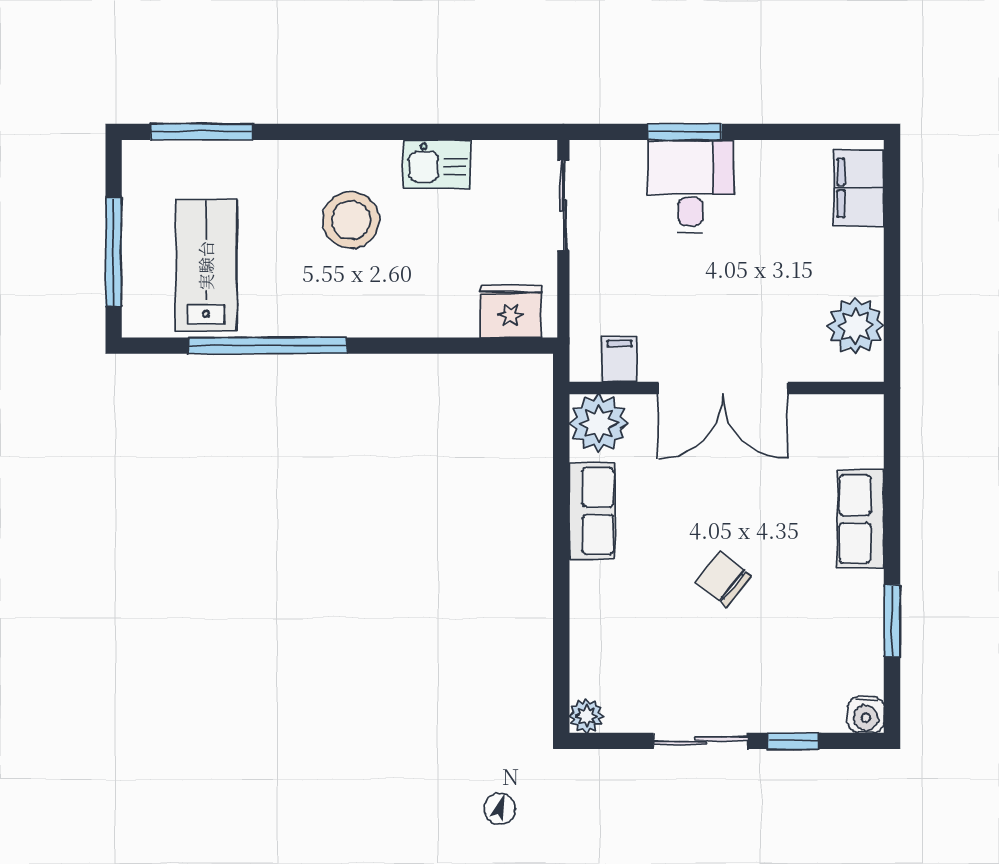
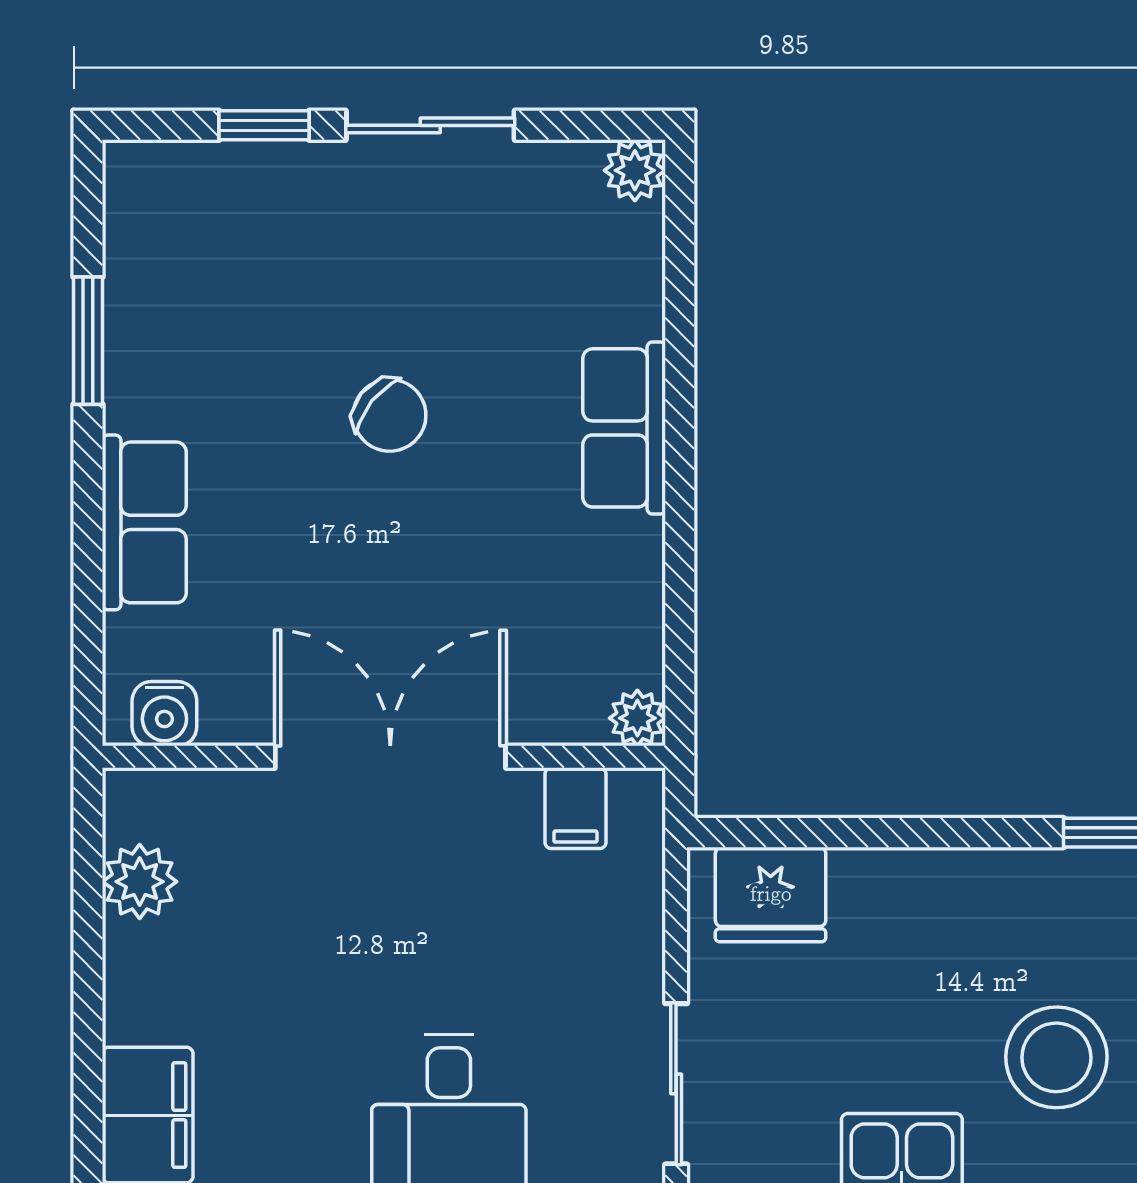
plant: (856, 326) -> (140, 882), width x0.73, depth x0.73
plant: (599, 423) -> (637, 718), width x0.53, depth x0.53
row of seats: (592, 511) -> (624, 428), moved
water cooler: (866, 715) -> (164, 714), moved, turned 180

